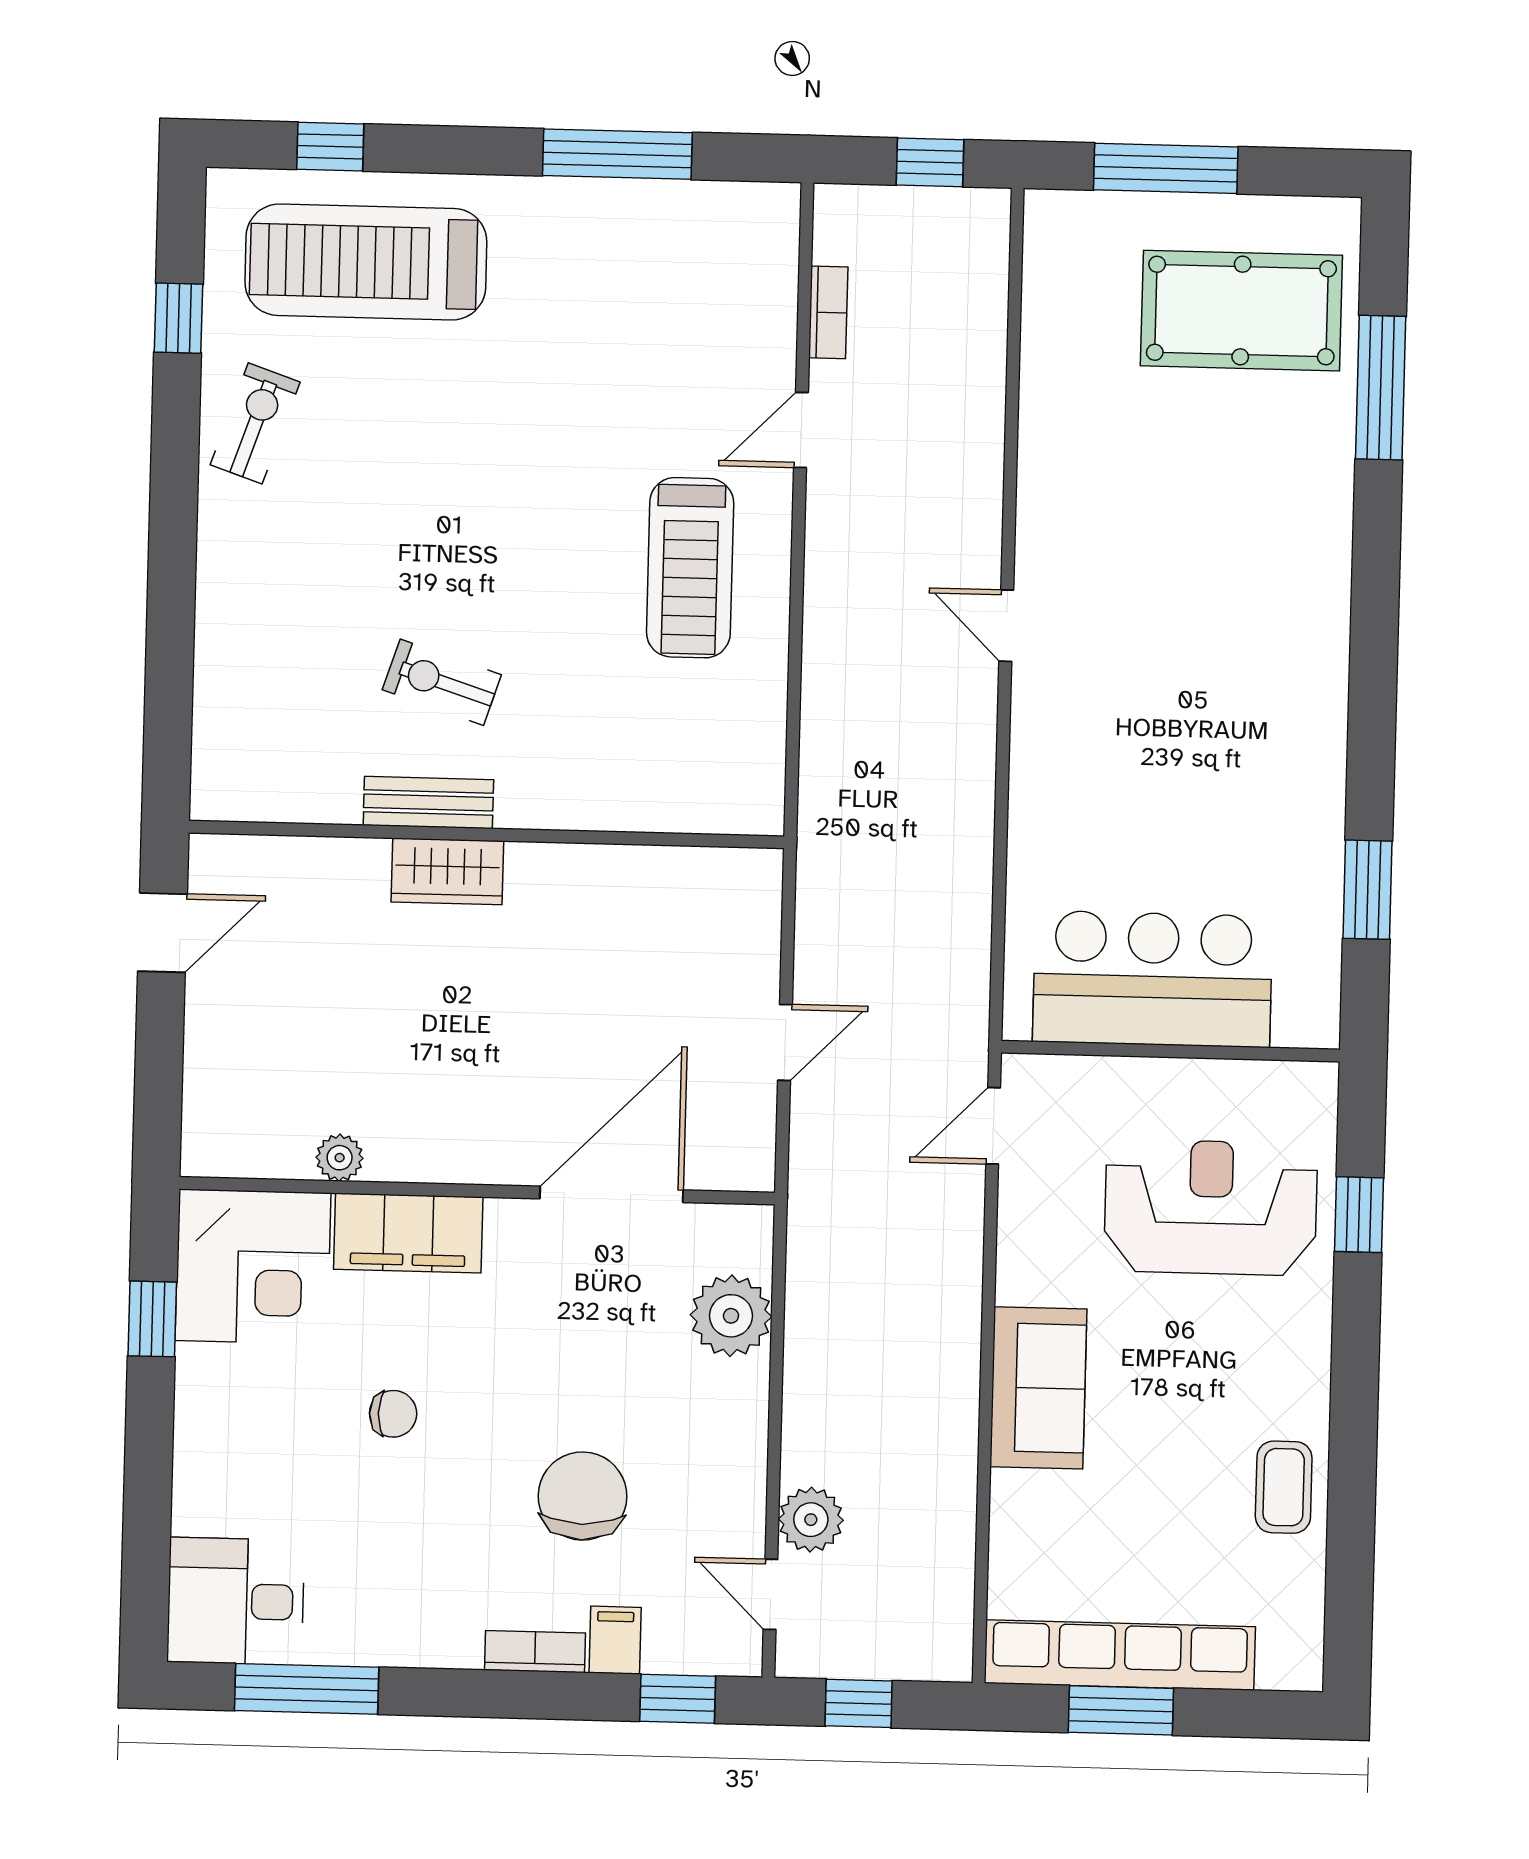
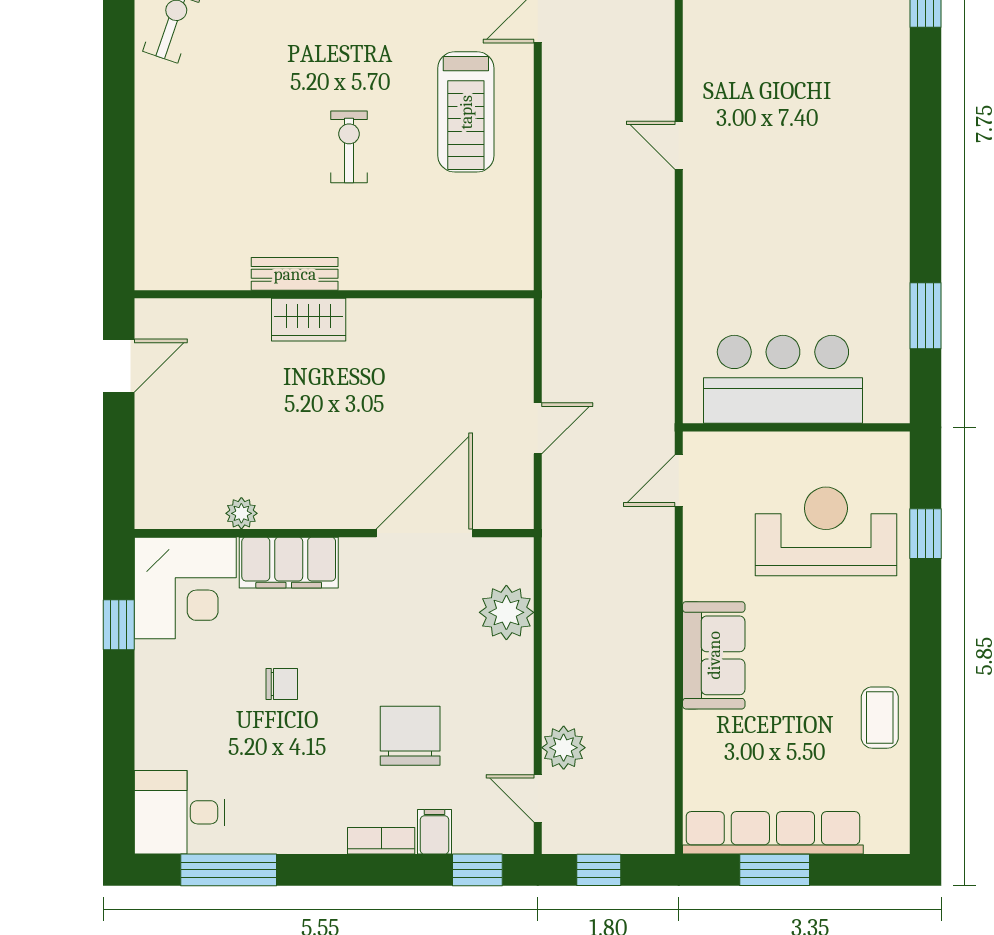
exercise bike: (442, 682) -> (349, 147), moved, turned 72

